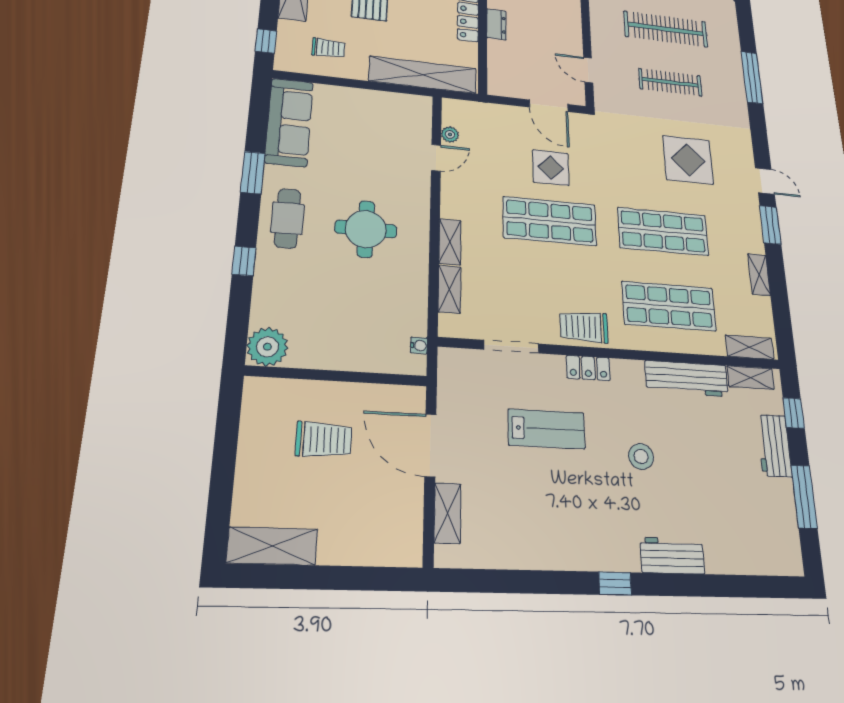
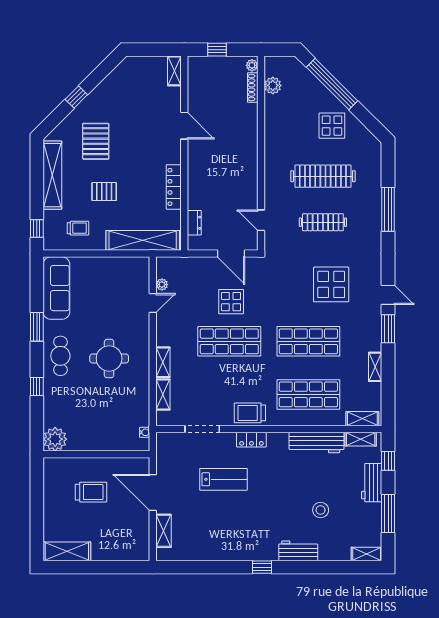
dresser: (496, 24) -> (194, 223), moved
stool: (641, 457) -> (321, 510), moved
shelving: (780, 564) -> (367, 554), added

